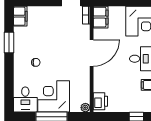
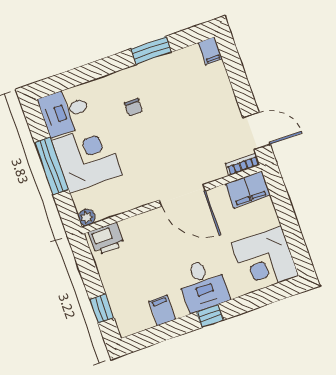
filing cabinet: (20, 16) -> (210, 51), width x0.50

